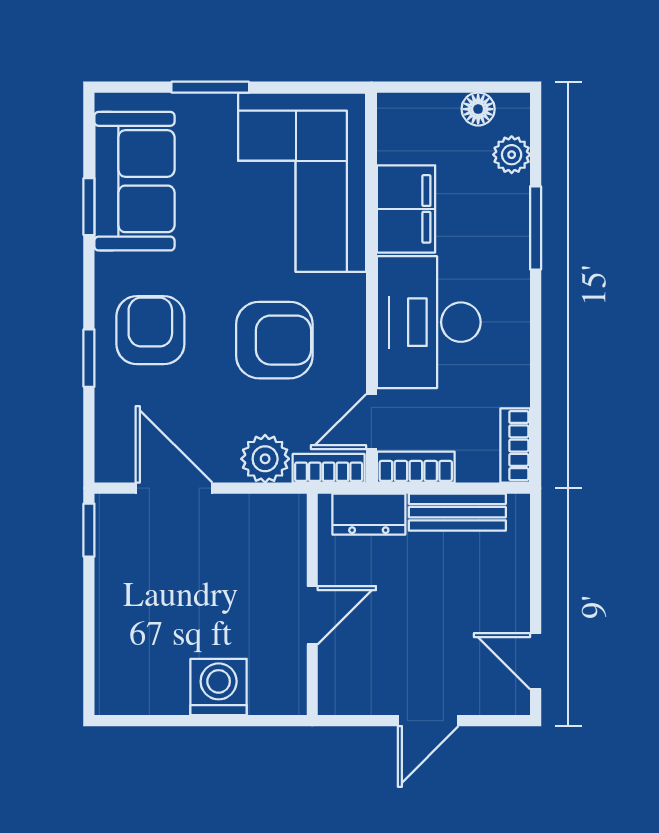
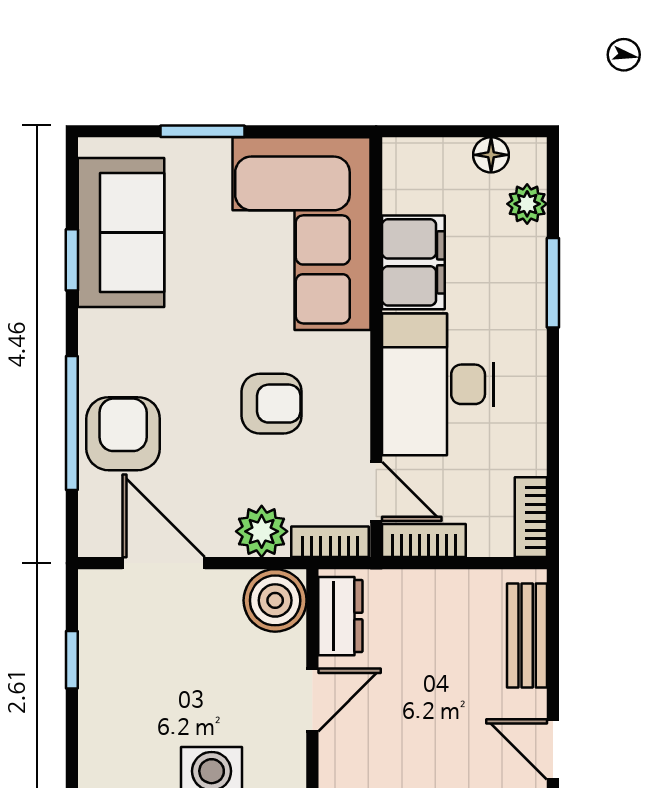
armchair: (150, 330) -> (123, 434), moved
armchair: (274, 340) -> (272, 404), width x0.72, depth x0.72
window: (89, 358) -> (72, 423), width x2.17
door: (371, 422) -> (376, 491), swing flipped
bench: (457, 512) -> (527, 635), moved, turned 90
dresser: (369, 514) -> (340, 616), moved, turned -90
boiler: (278, 523) -> (275, 600), added
window: (89, 530) -> (72, 660), moved

